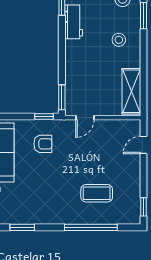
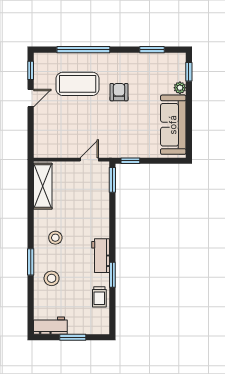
armchair: (43, 144) -> (119, 92), moved, turned 90
door: (143, 145) -> (31, 98), moved
coffee table: (97, 193) -> (78, 84), width x1.36, depth x1.32

